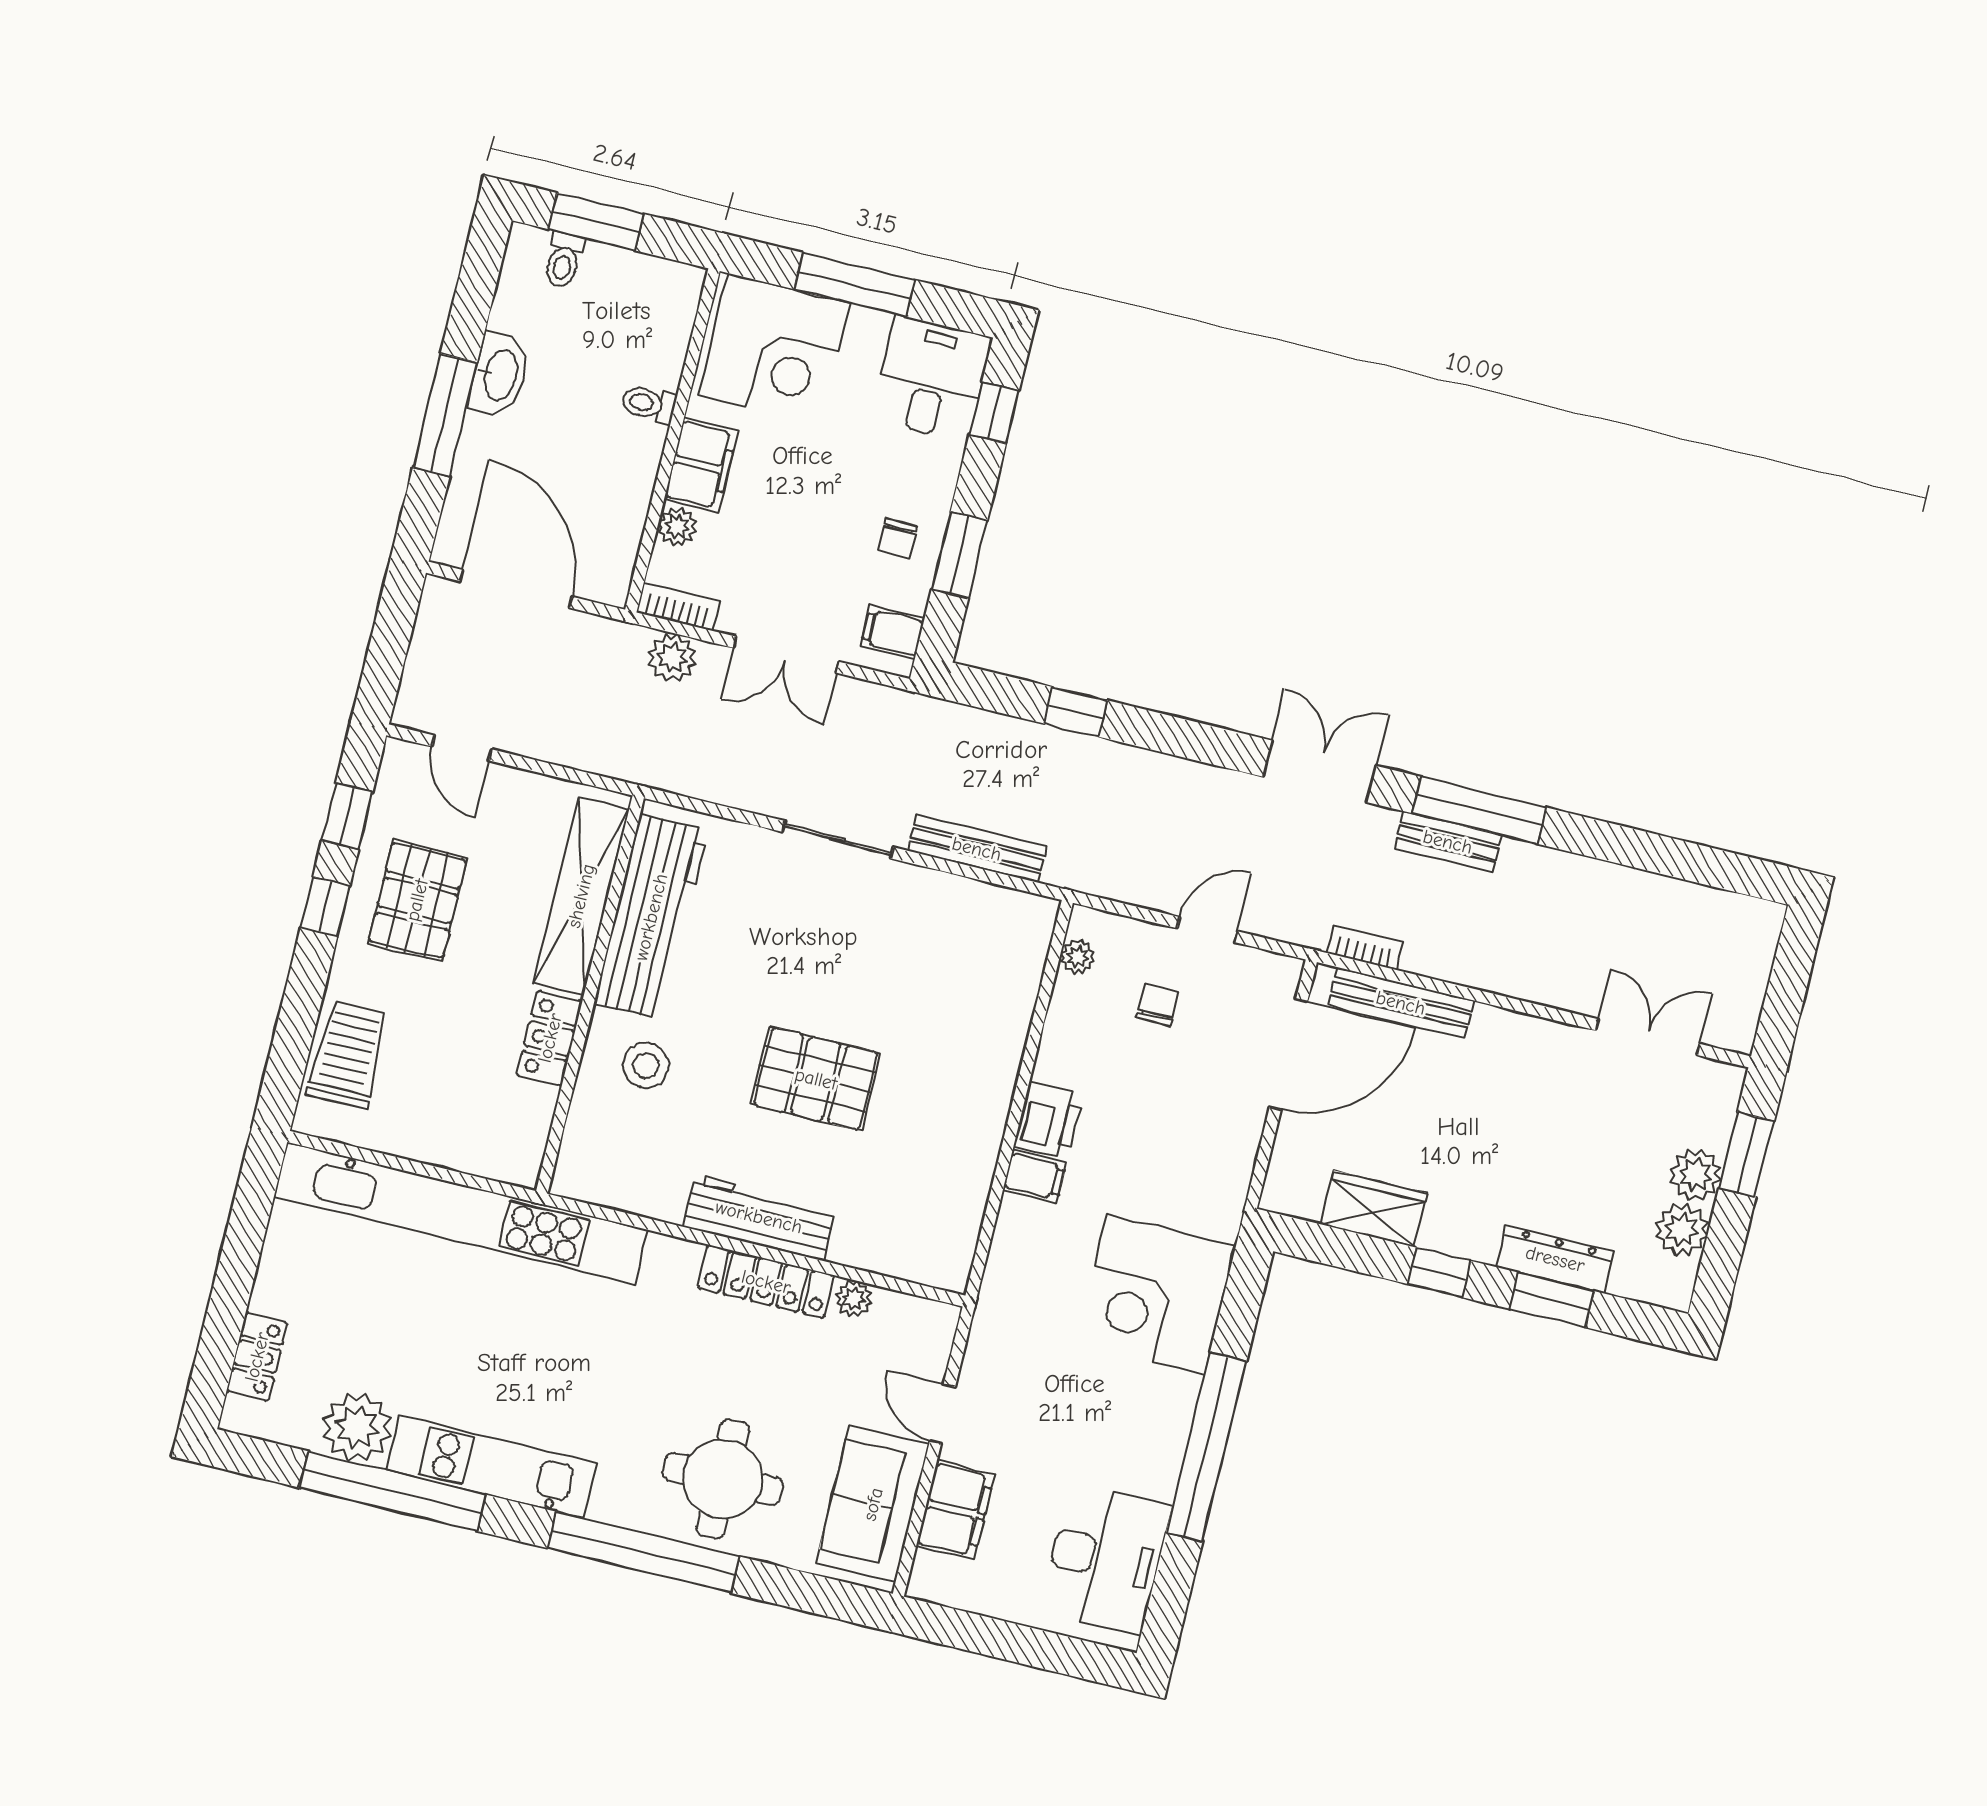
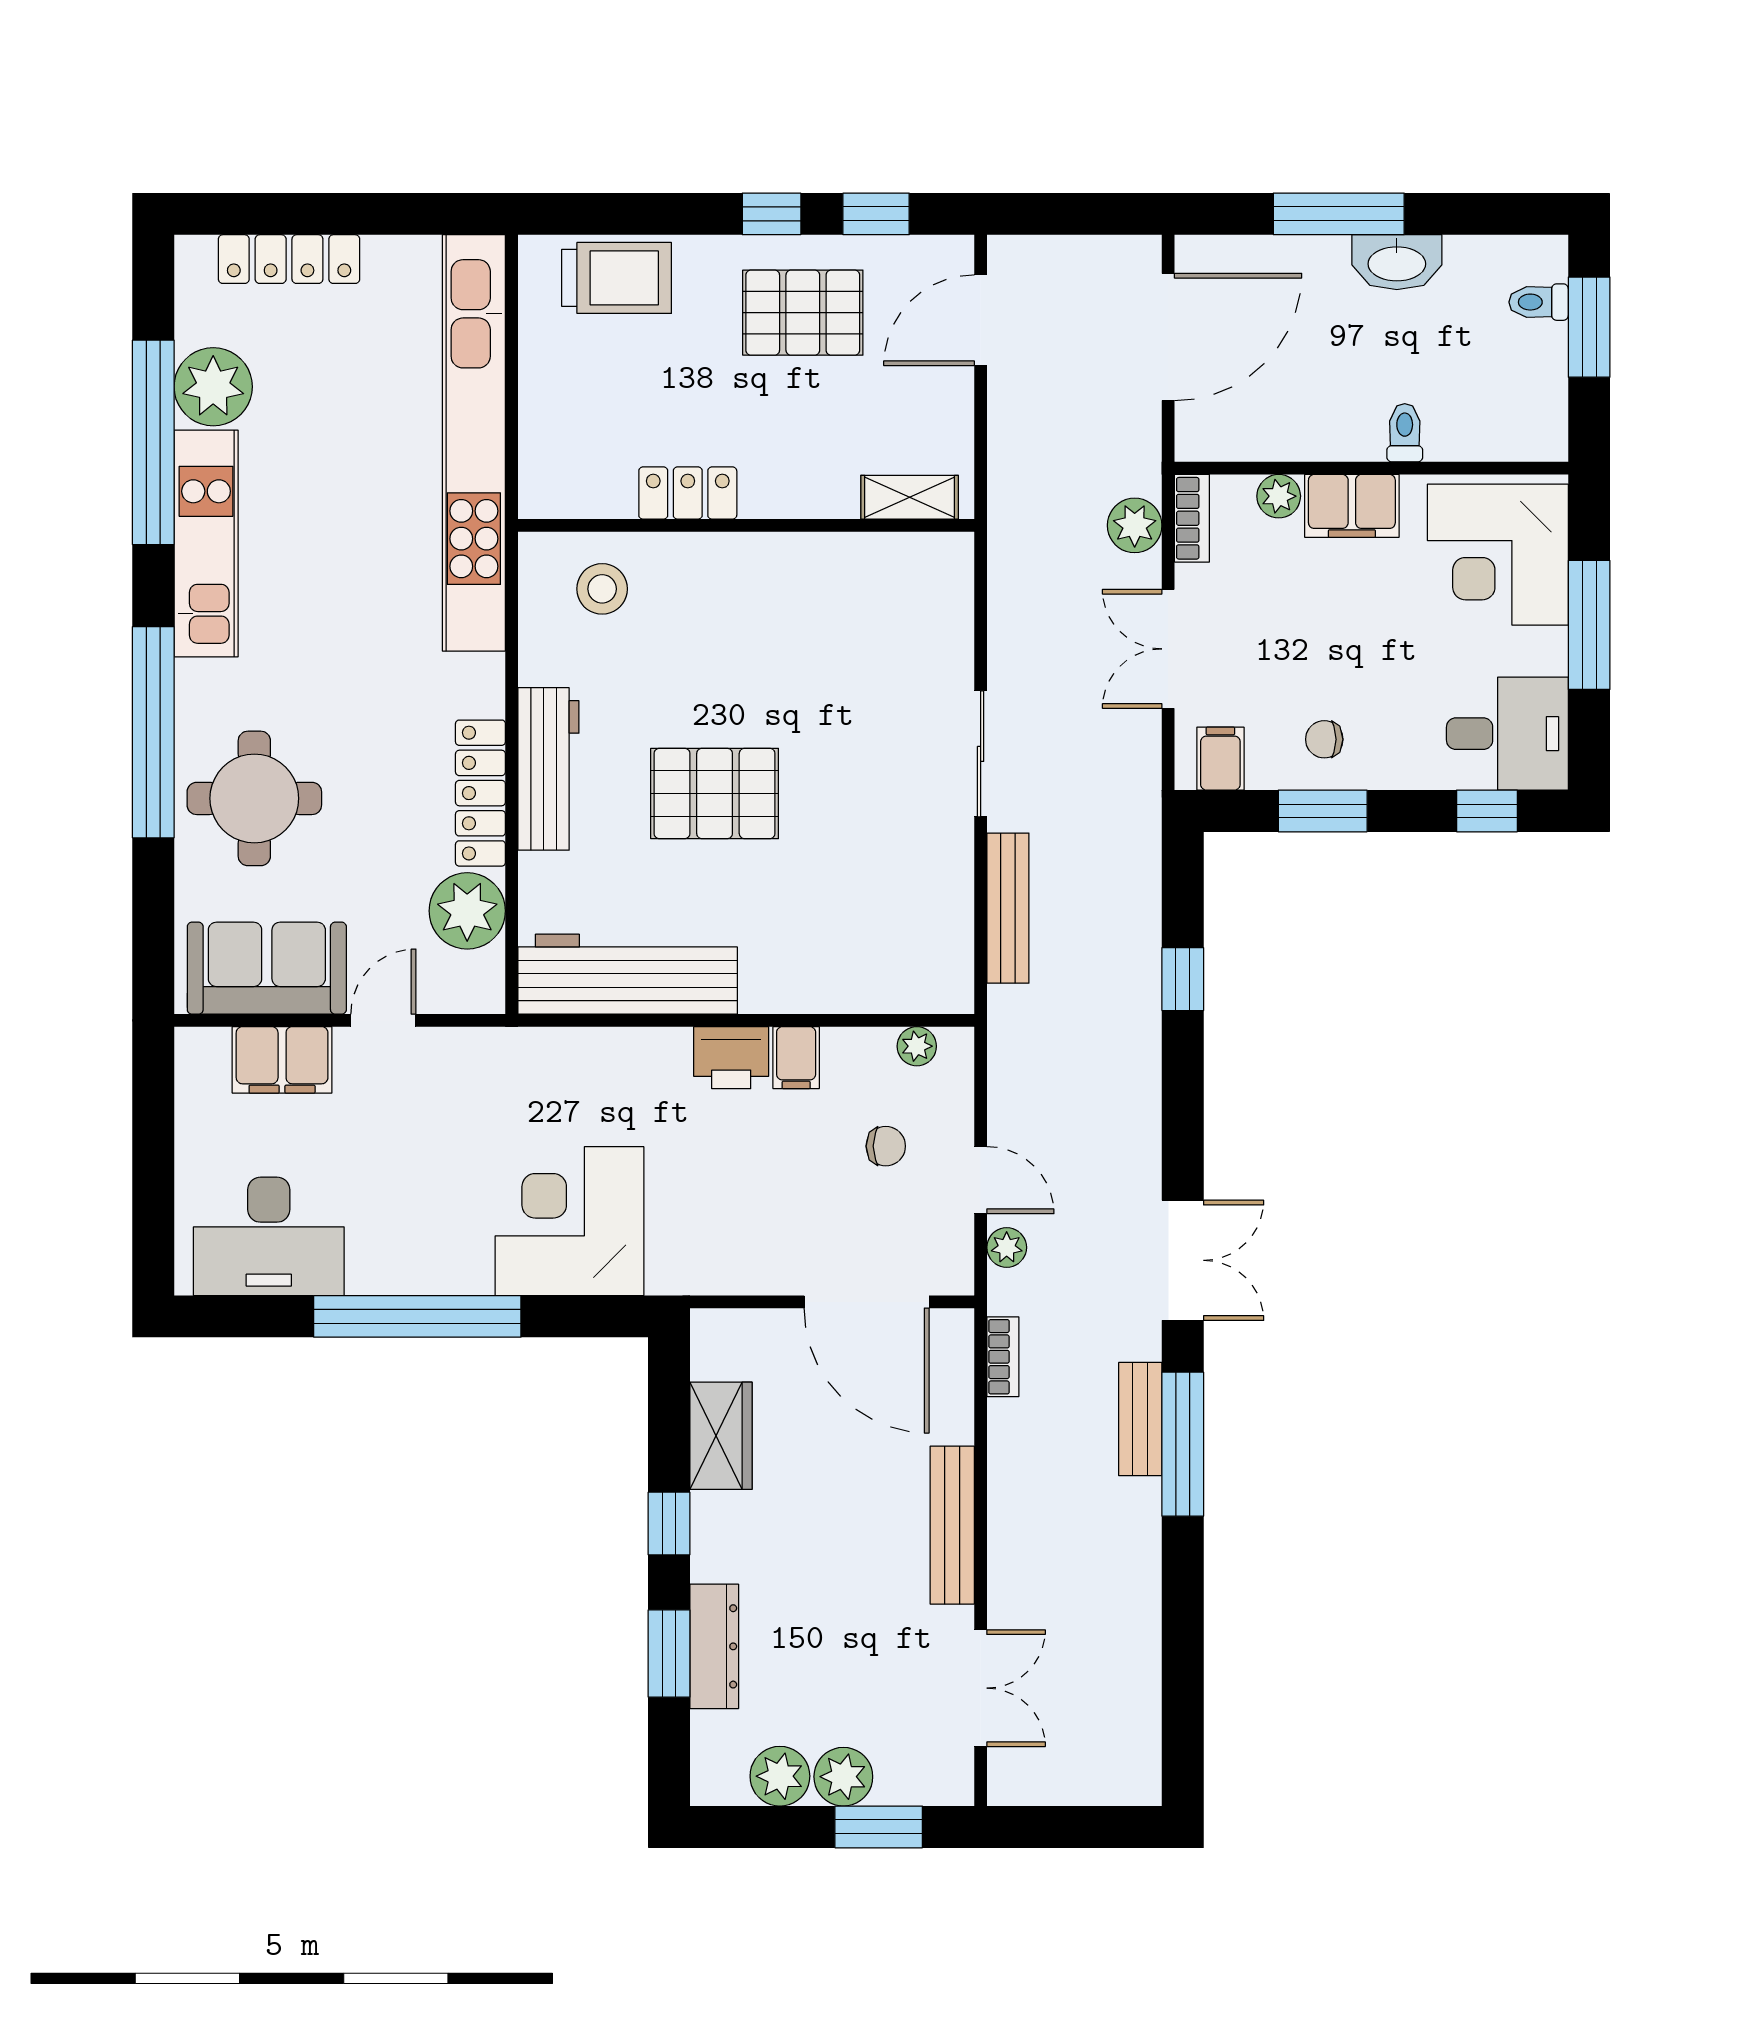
door: (462, 748) -> (981, 320), width x1.38
shelving: (581, 896) -> (910, 497), width x0.45, depth x0.75
workbench: (651, 917) -> (628, 974), moved, turned 180
plant: (1271, 921) -> (1007, 1247), added
bench: (1401, 1003) -> (952, 1525), moved
stool: (646, 1065) -> (602, 589), moved
pallet: (816, 1079) -> (715, 793), turned 90
filing cabinet: (1035, 1176) -> (796, 1058), moved
plant: (854, 1299) -> (467, 911), width x1.88, depth x1.88
locker: (257, 1357) -> (289, 259), width x1.53

